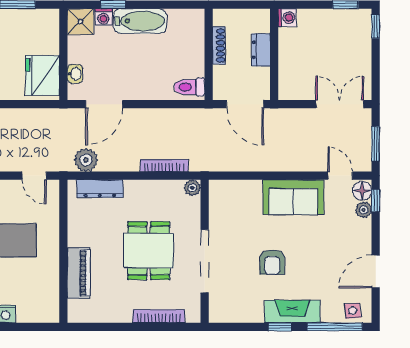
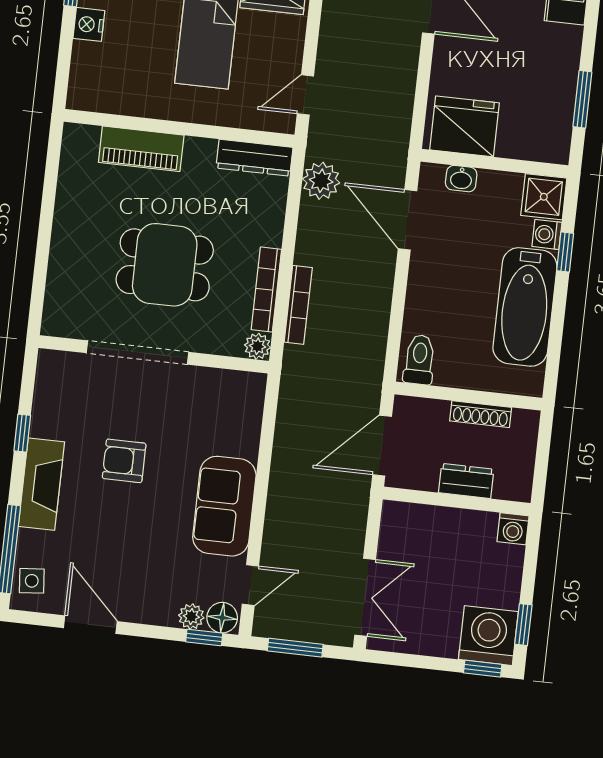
bathtub: (140, 21) -> (525, 307), width x1.36, depth x1.36
washing machine: (355, 25) -> (488, 636), added
dresser: (100, 189) -> (254, 158), moved, turned -90
bookcase: (159, 316) -> (266, 290), moved, turned 180
window: (280, 327) -> (22, 433), moved

